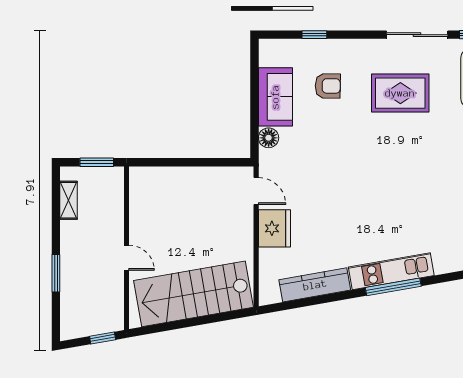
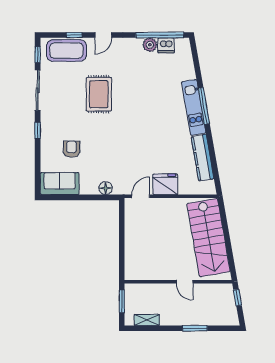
window: (314, 35) -> (38, 131), moved
rug: (400, 93) -> (99, 94), moved
sofa: (275, 97) -> (60, 184), moved
door: (126, 258) -> (185, 282), swing flipped

